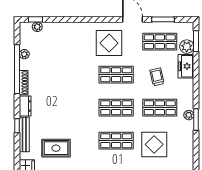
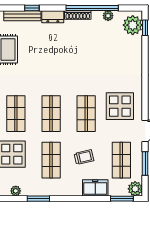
plant: (37, 27) -> (133, 25), width x1.87, depth x1.87
plant: (187, 47) -> (135, 189), moved
plant: (189, 115) -> (16, 191), moved

